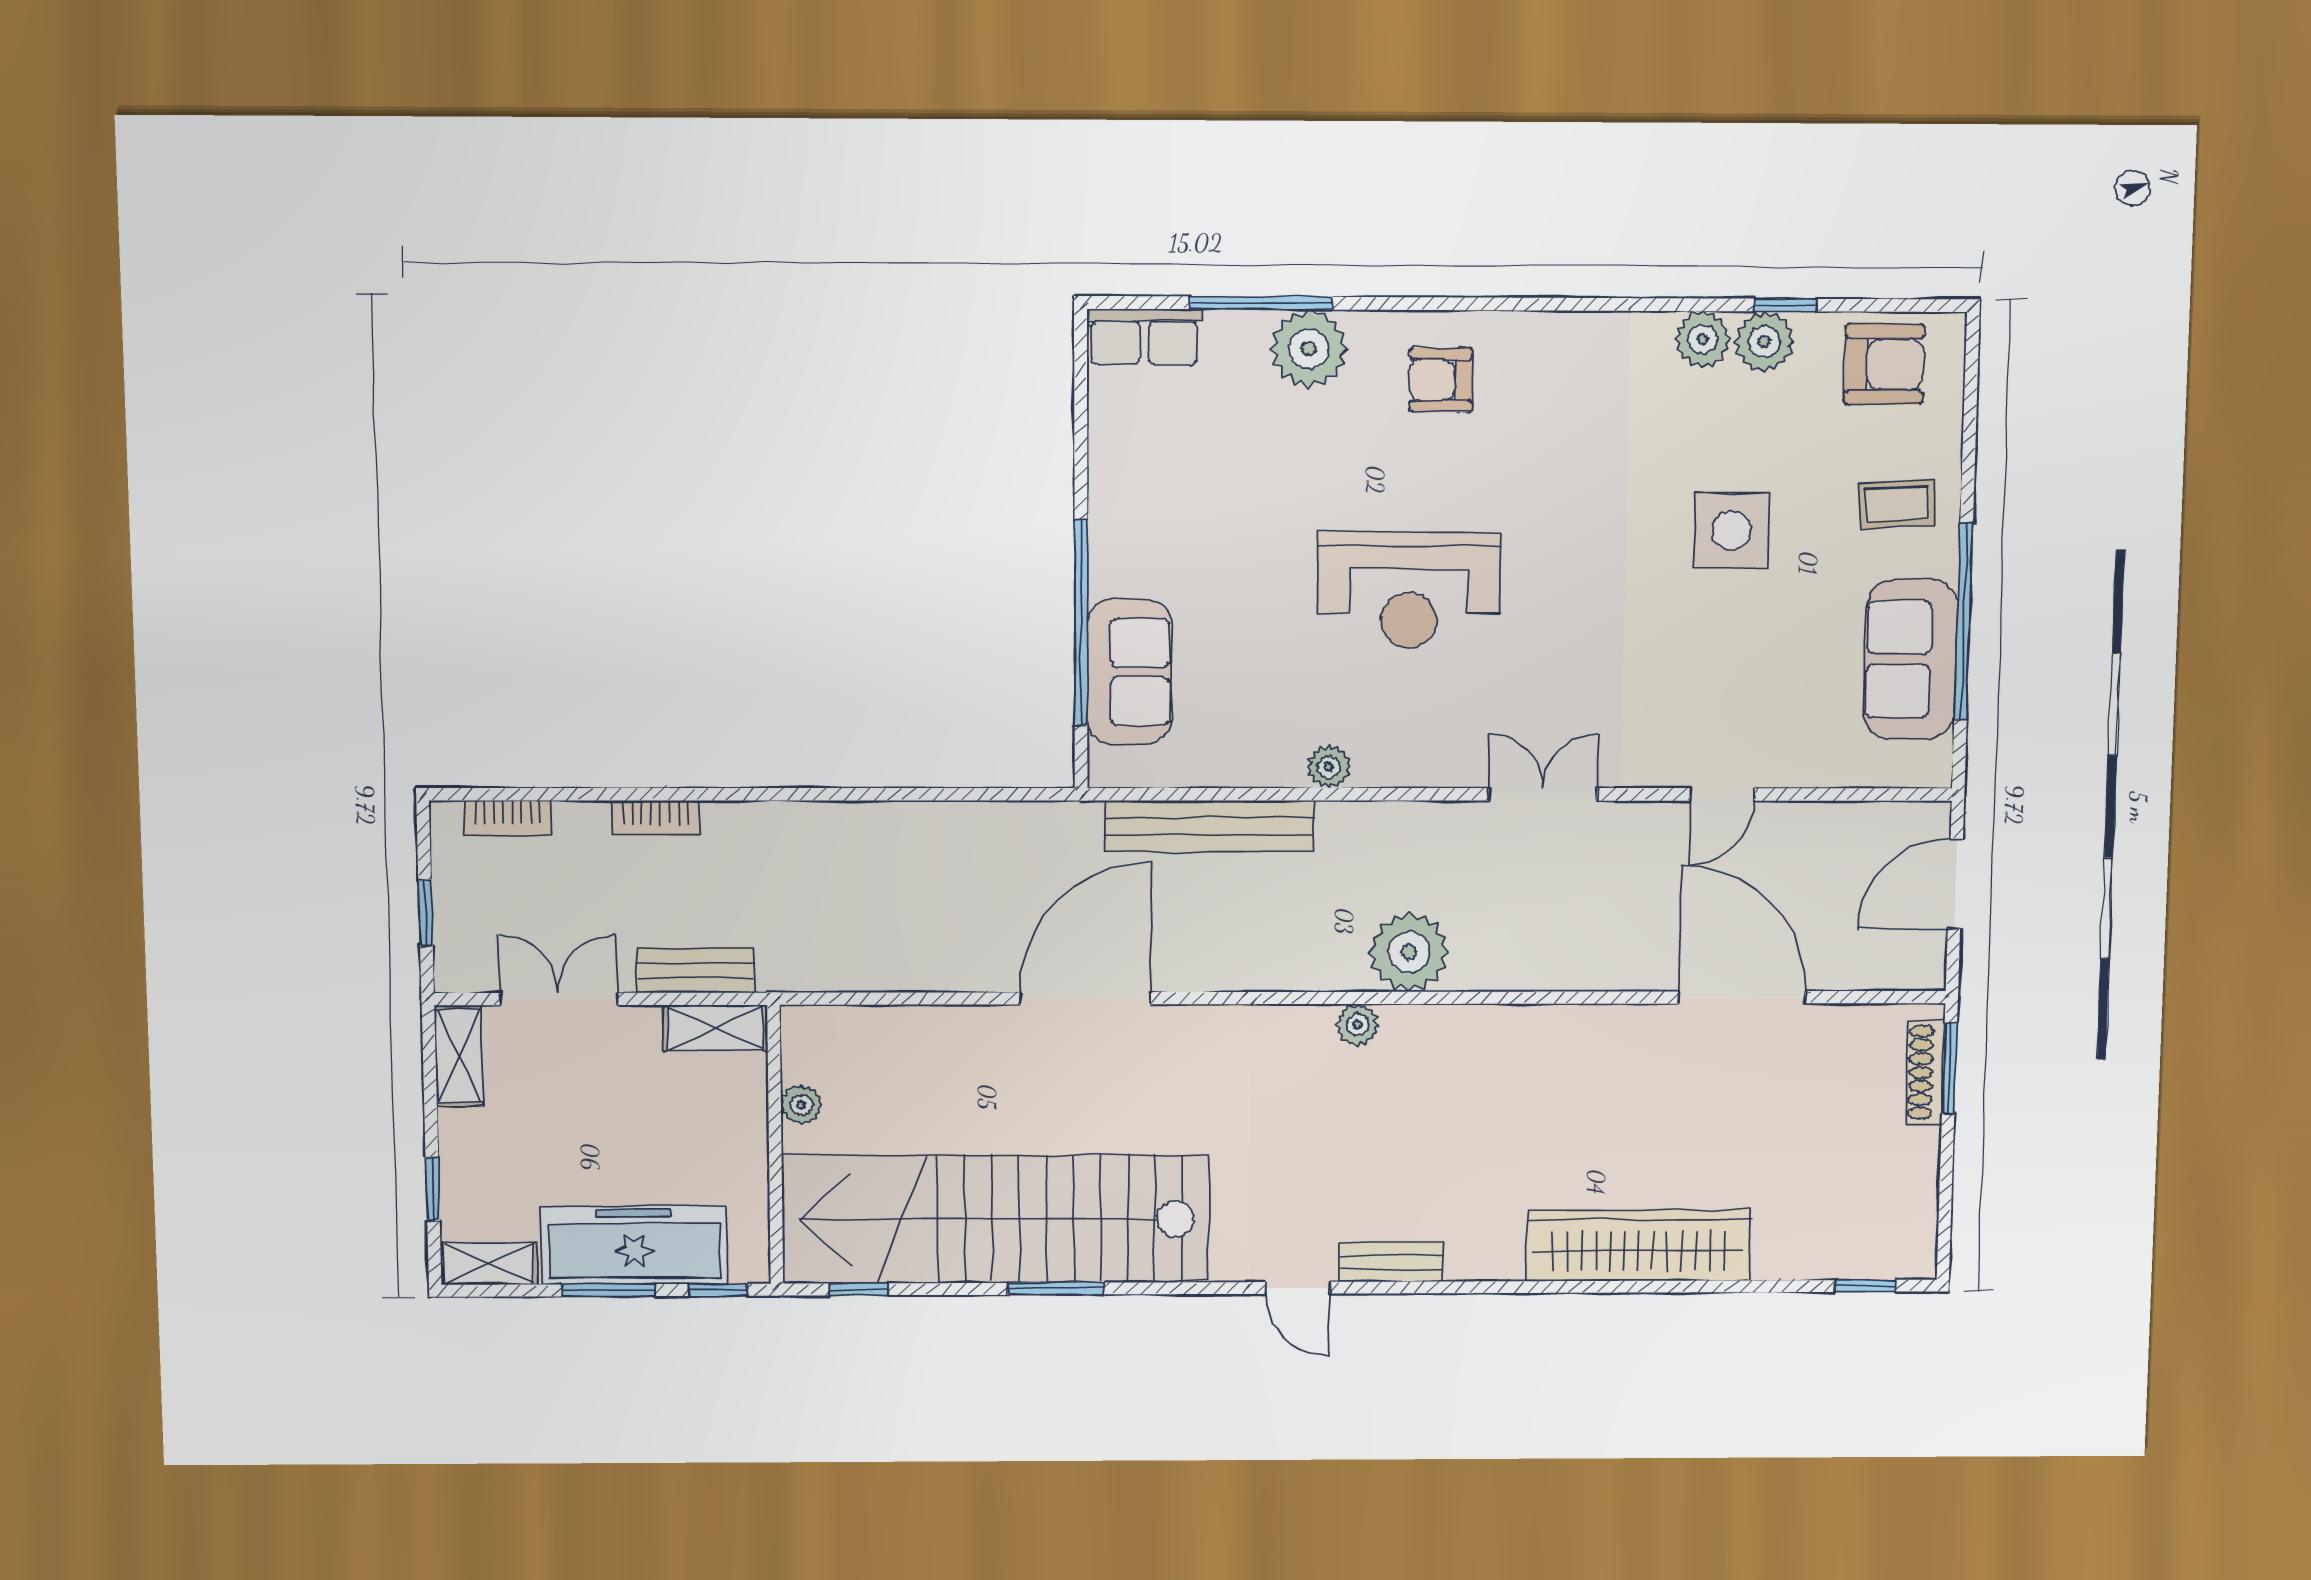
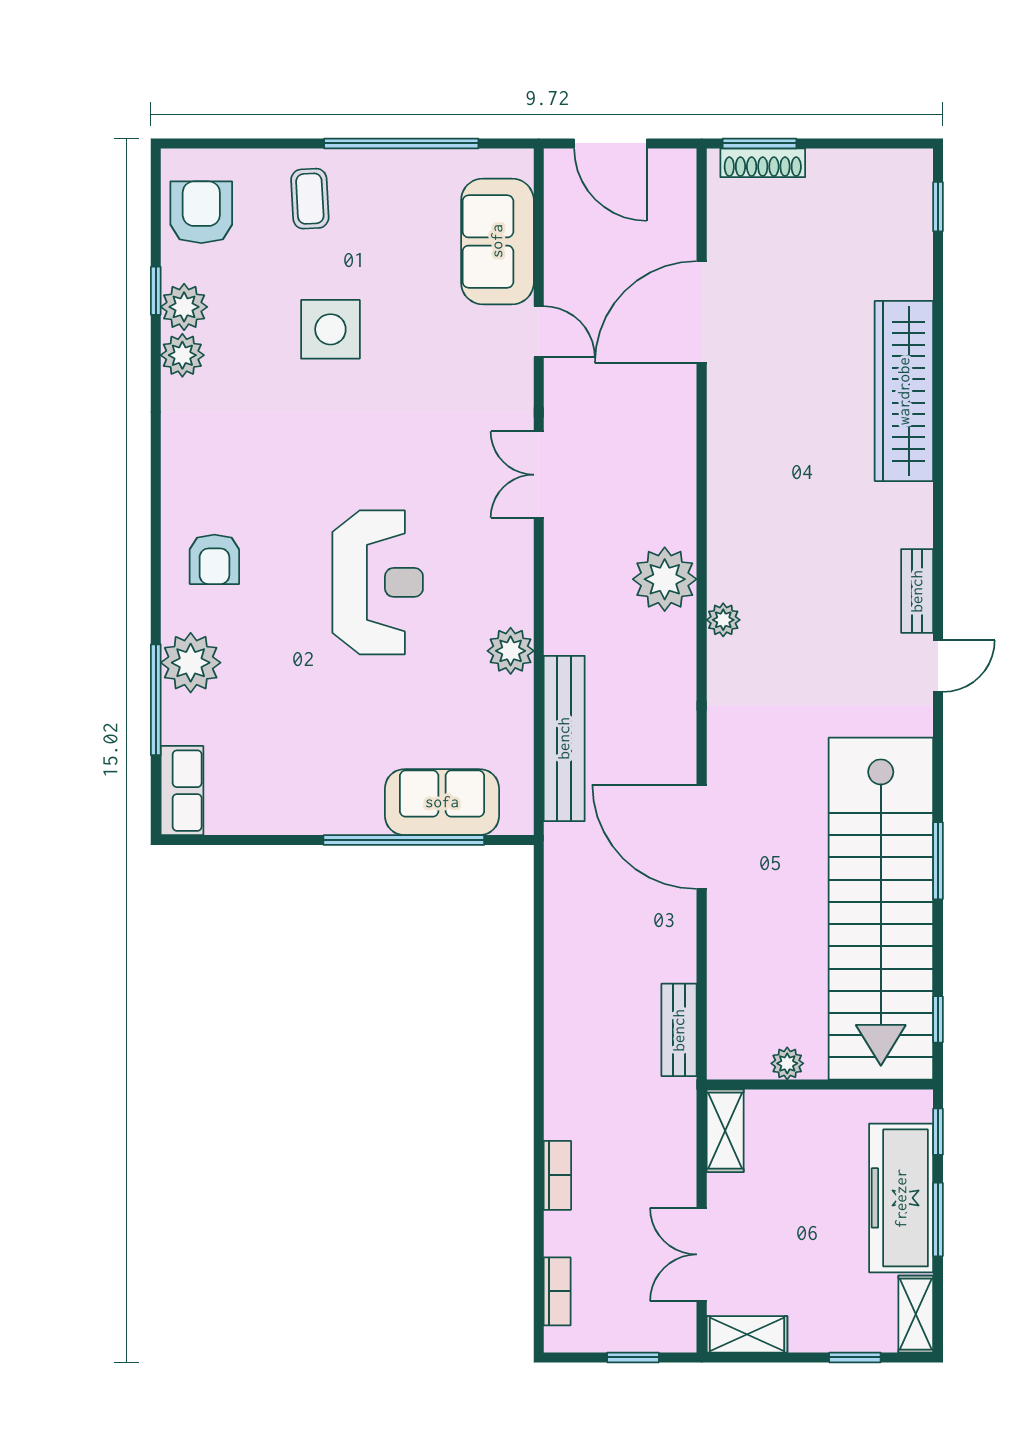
sofa: (1910, 659) -> (497, 241), moved, turned 90
plant: (1329, 767) -> (511, 651), width x1.38, depth x1.38
bench: (696, 971) -> (679, 1030), moved

